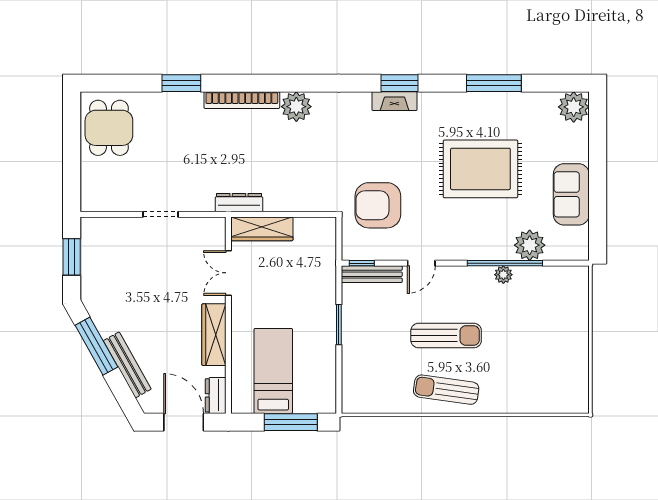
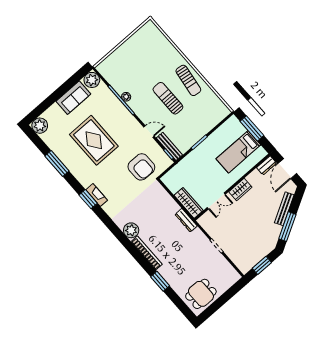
plant: (530, 245) -> (92, 80), moved
wardrobe: (214, 335) -> (240, 189), width x0.67

